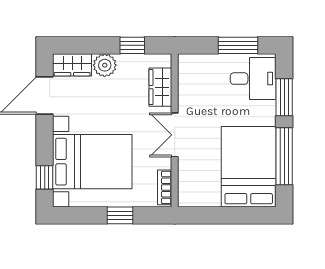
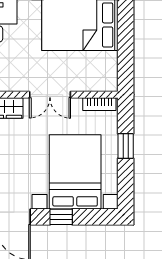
window: (45, 177) -> (61, 217), moved

